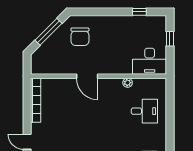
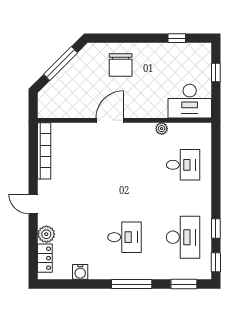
chair: (80, 37) -> (121, 65), moved
door: (87, 76) -> (110, 120), swing flipped

